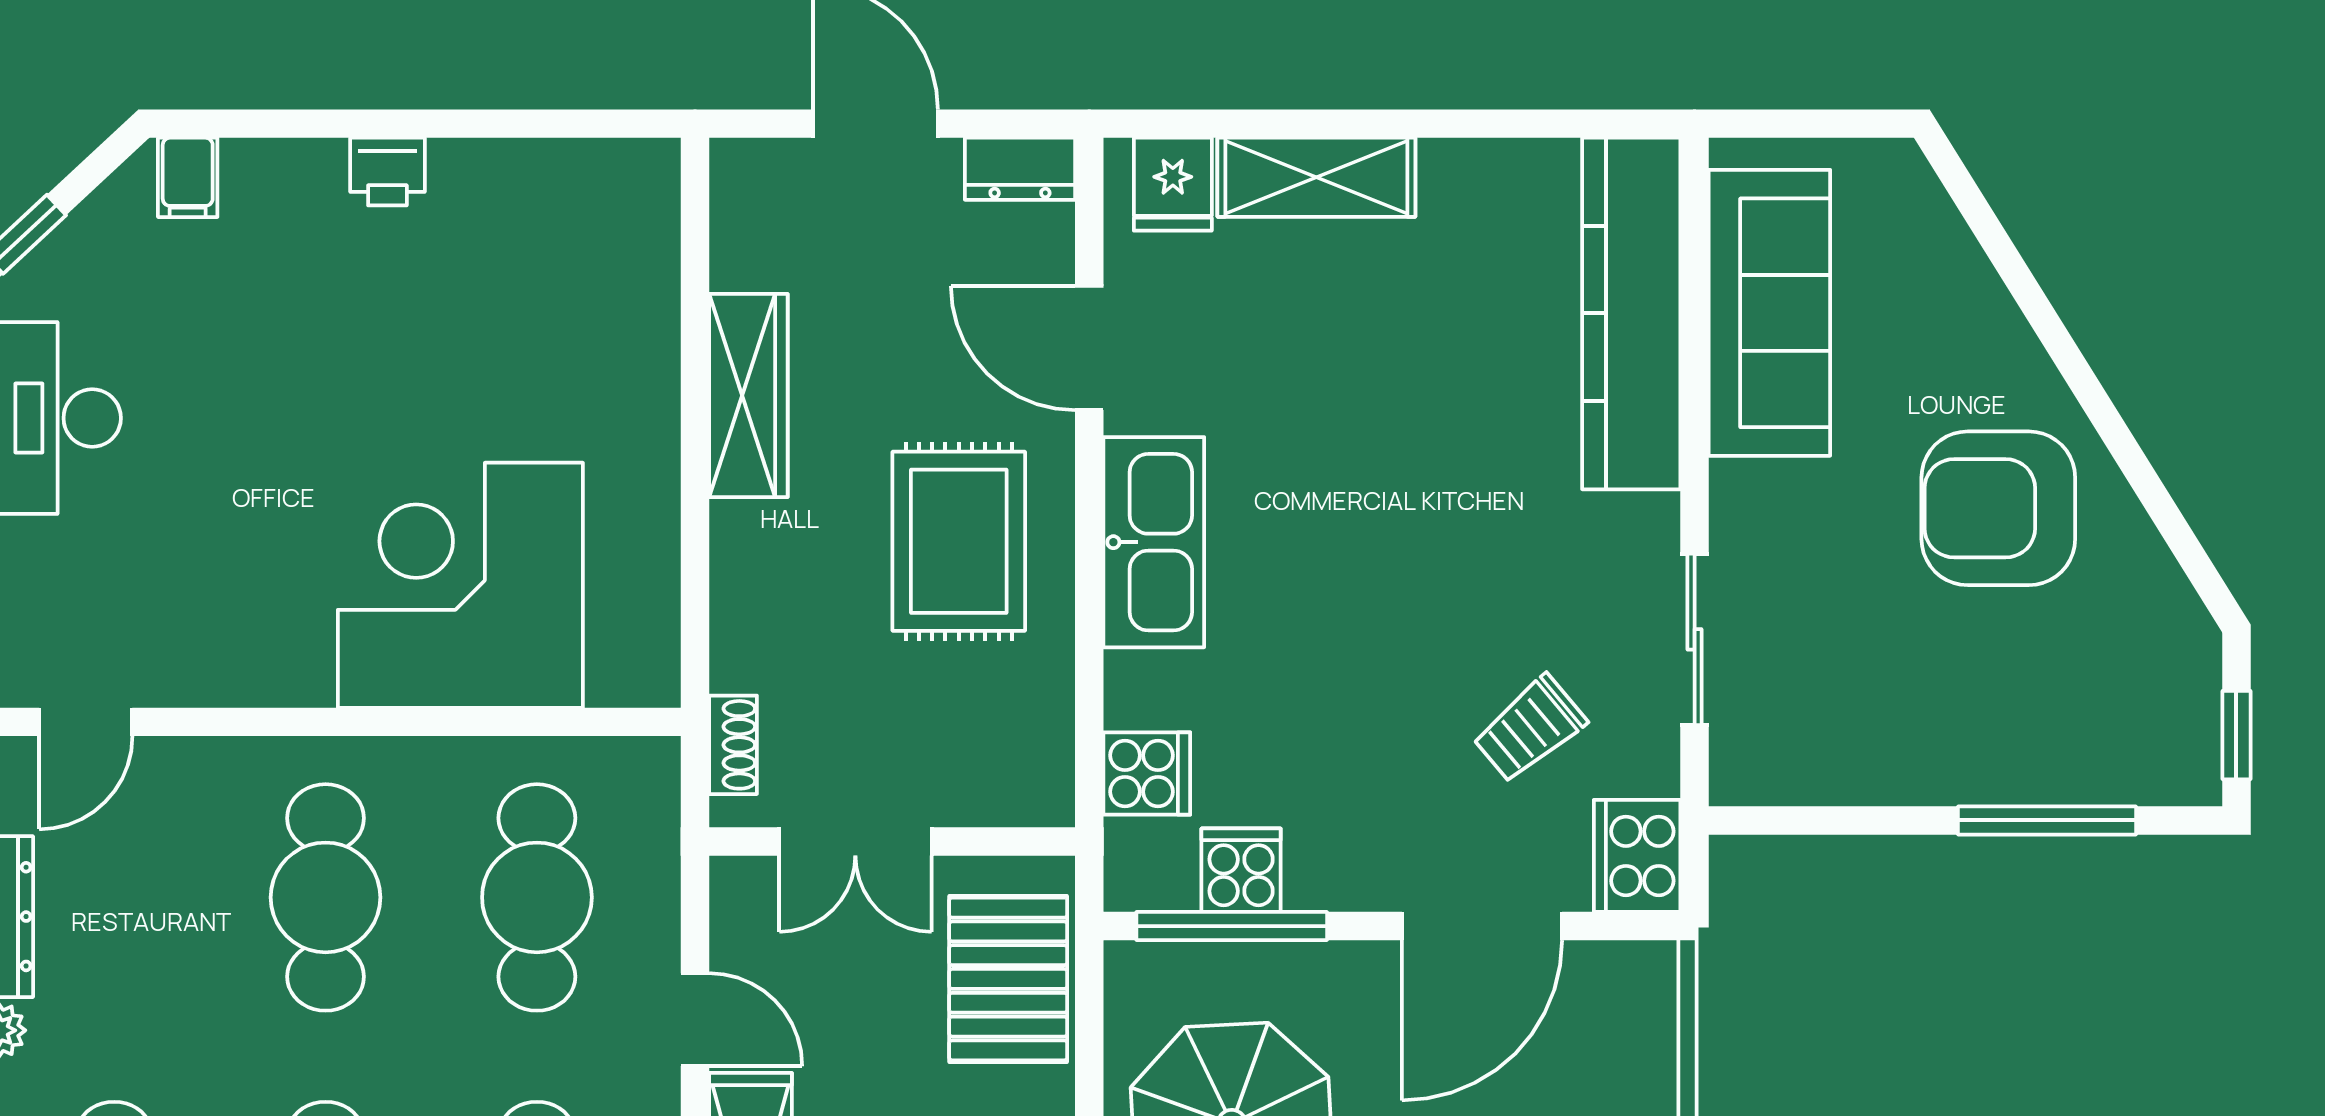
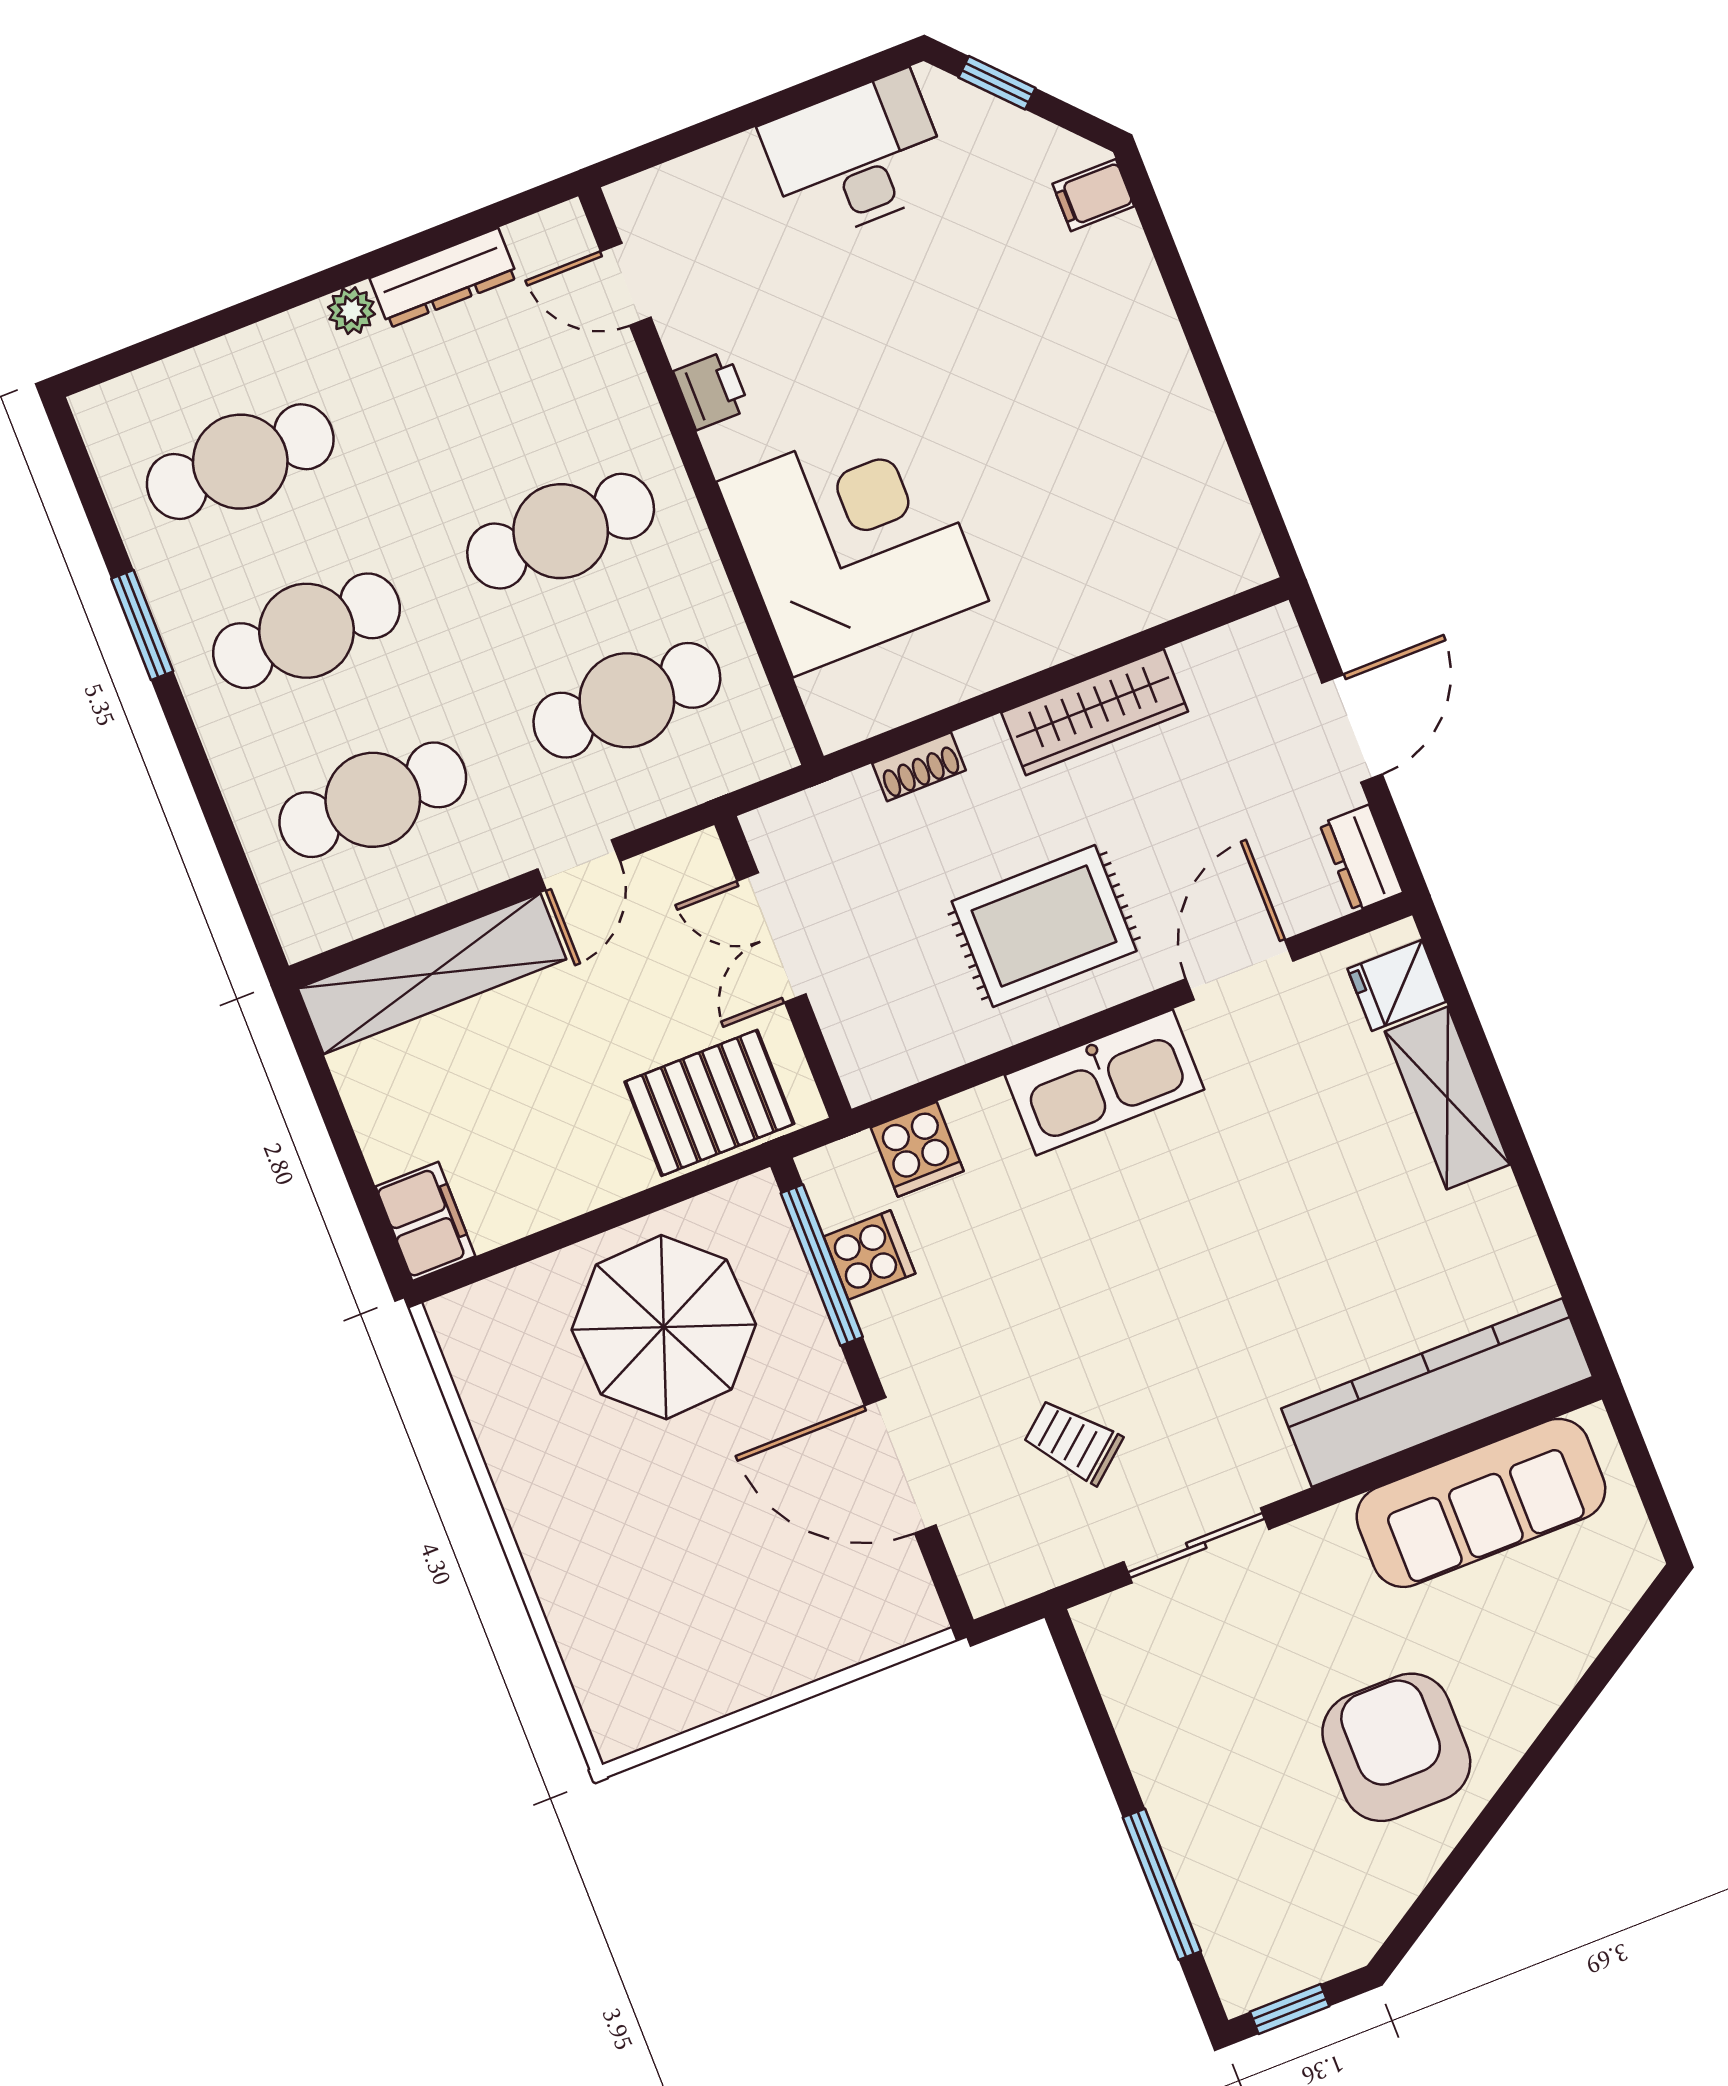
printer: (387, 172) -> (712, 390), moved, turned 180
shoe rack: (733, 745) -> (919, 767), moved
cooker: (1637, 856) -> (1005, 1567), removed

